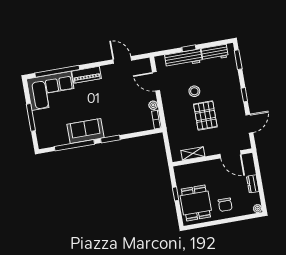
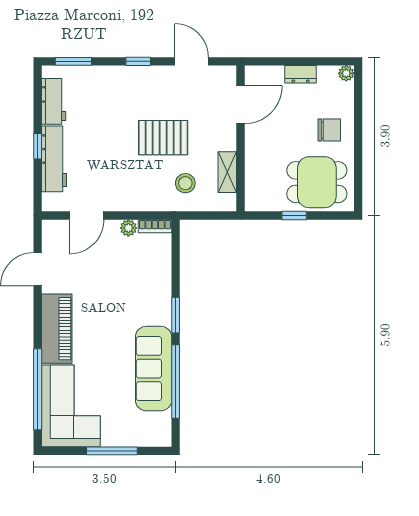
piano: (87, 75) -> (57, 329), width x1.37, depth x1.33
stool: (194, 91) -> (185, 183), moved
sofa: (85, 131) -> (154, 369), width x1.36

